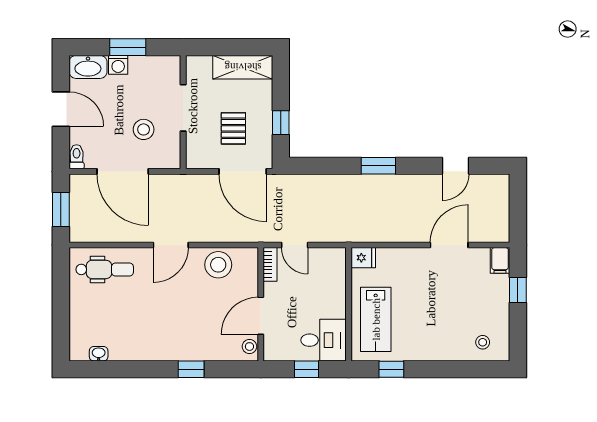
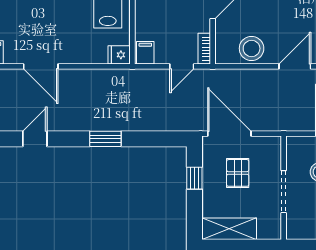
door: (295, 245) -> (182, 66), swing flipped
door: (449, 245) -> (41, 66), hinge flipped
filing cabinet: (335, 260) -> (145, 53), added

